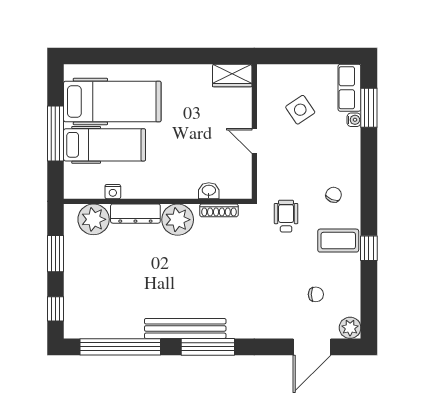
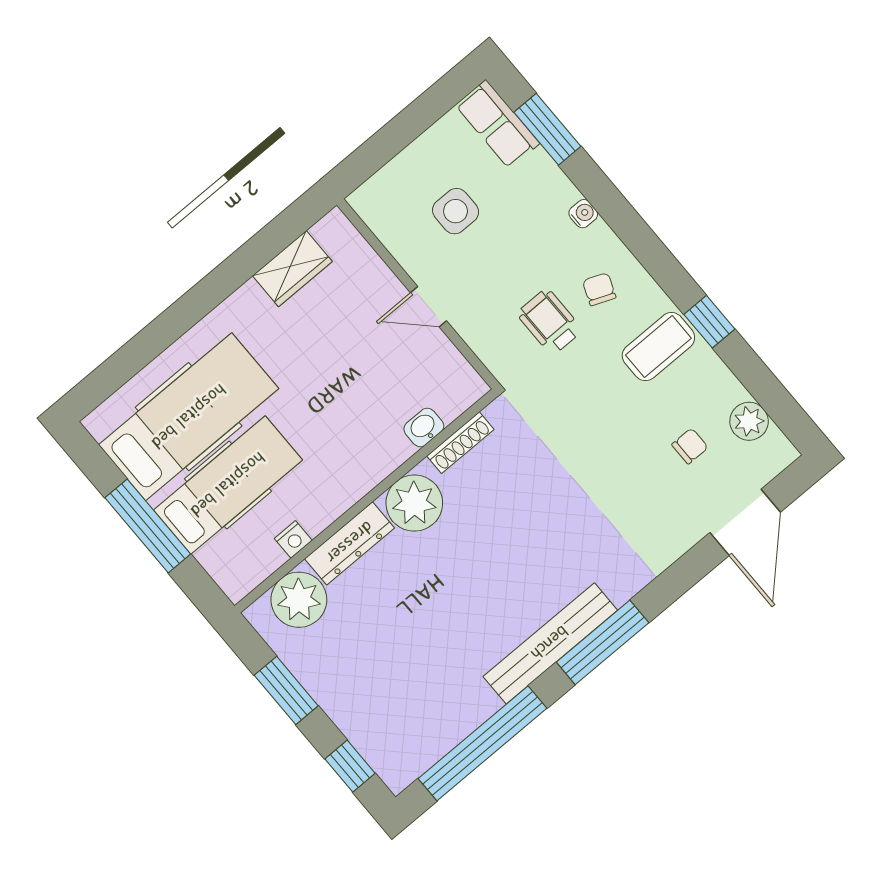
wardrobe: (232, 76) -> (292, 269), moved
side table: (300, 110) -> (456, 211), turned 34
water cooler: (354, 120) -> (583, 214), moved
wheelchair: (286, 216) -> (550, 322), moved
plant: (350, 328) -> (749, 421), moved

